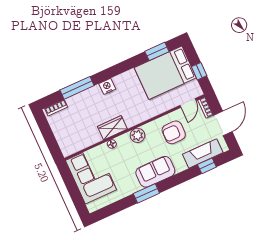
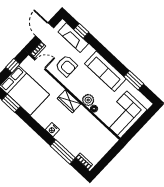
door: (223, 123) -> (45, 32), hinge flipped
wardrobe: (112, 128) -> (69, 101), moved
plant: (137, 135) -> (88, 100), moved
sofa: (155, 172) -> (105, 71), width x1.36
window: (146, 193) -> (134, 80), moved

